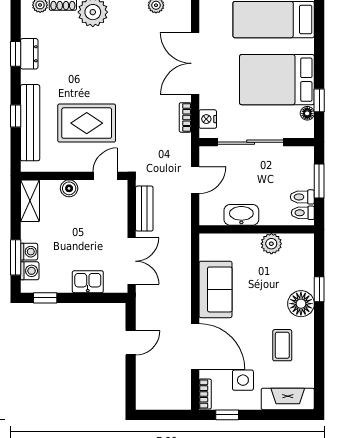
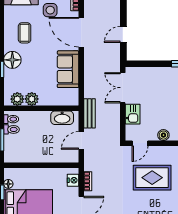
sliding door: (251, 142) -> (45, 165), removed
bench: (144, 209) -> (90, 113), moved
washbasin: (241, 215) -> (62, 118), moved
plant: (293, 244) -> (17, 99), added
kitchen sink: (88, 282) -> (133, 114), moved, turned -90

